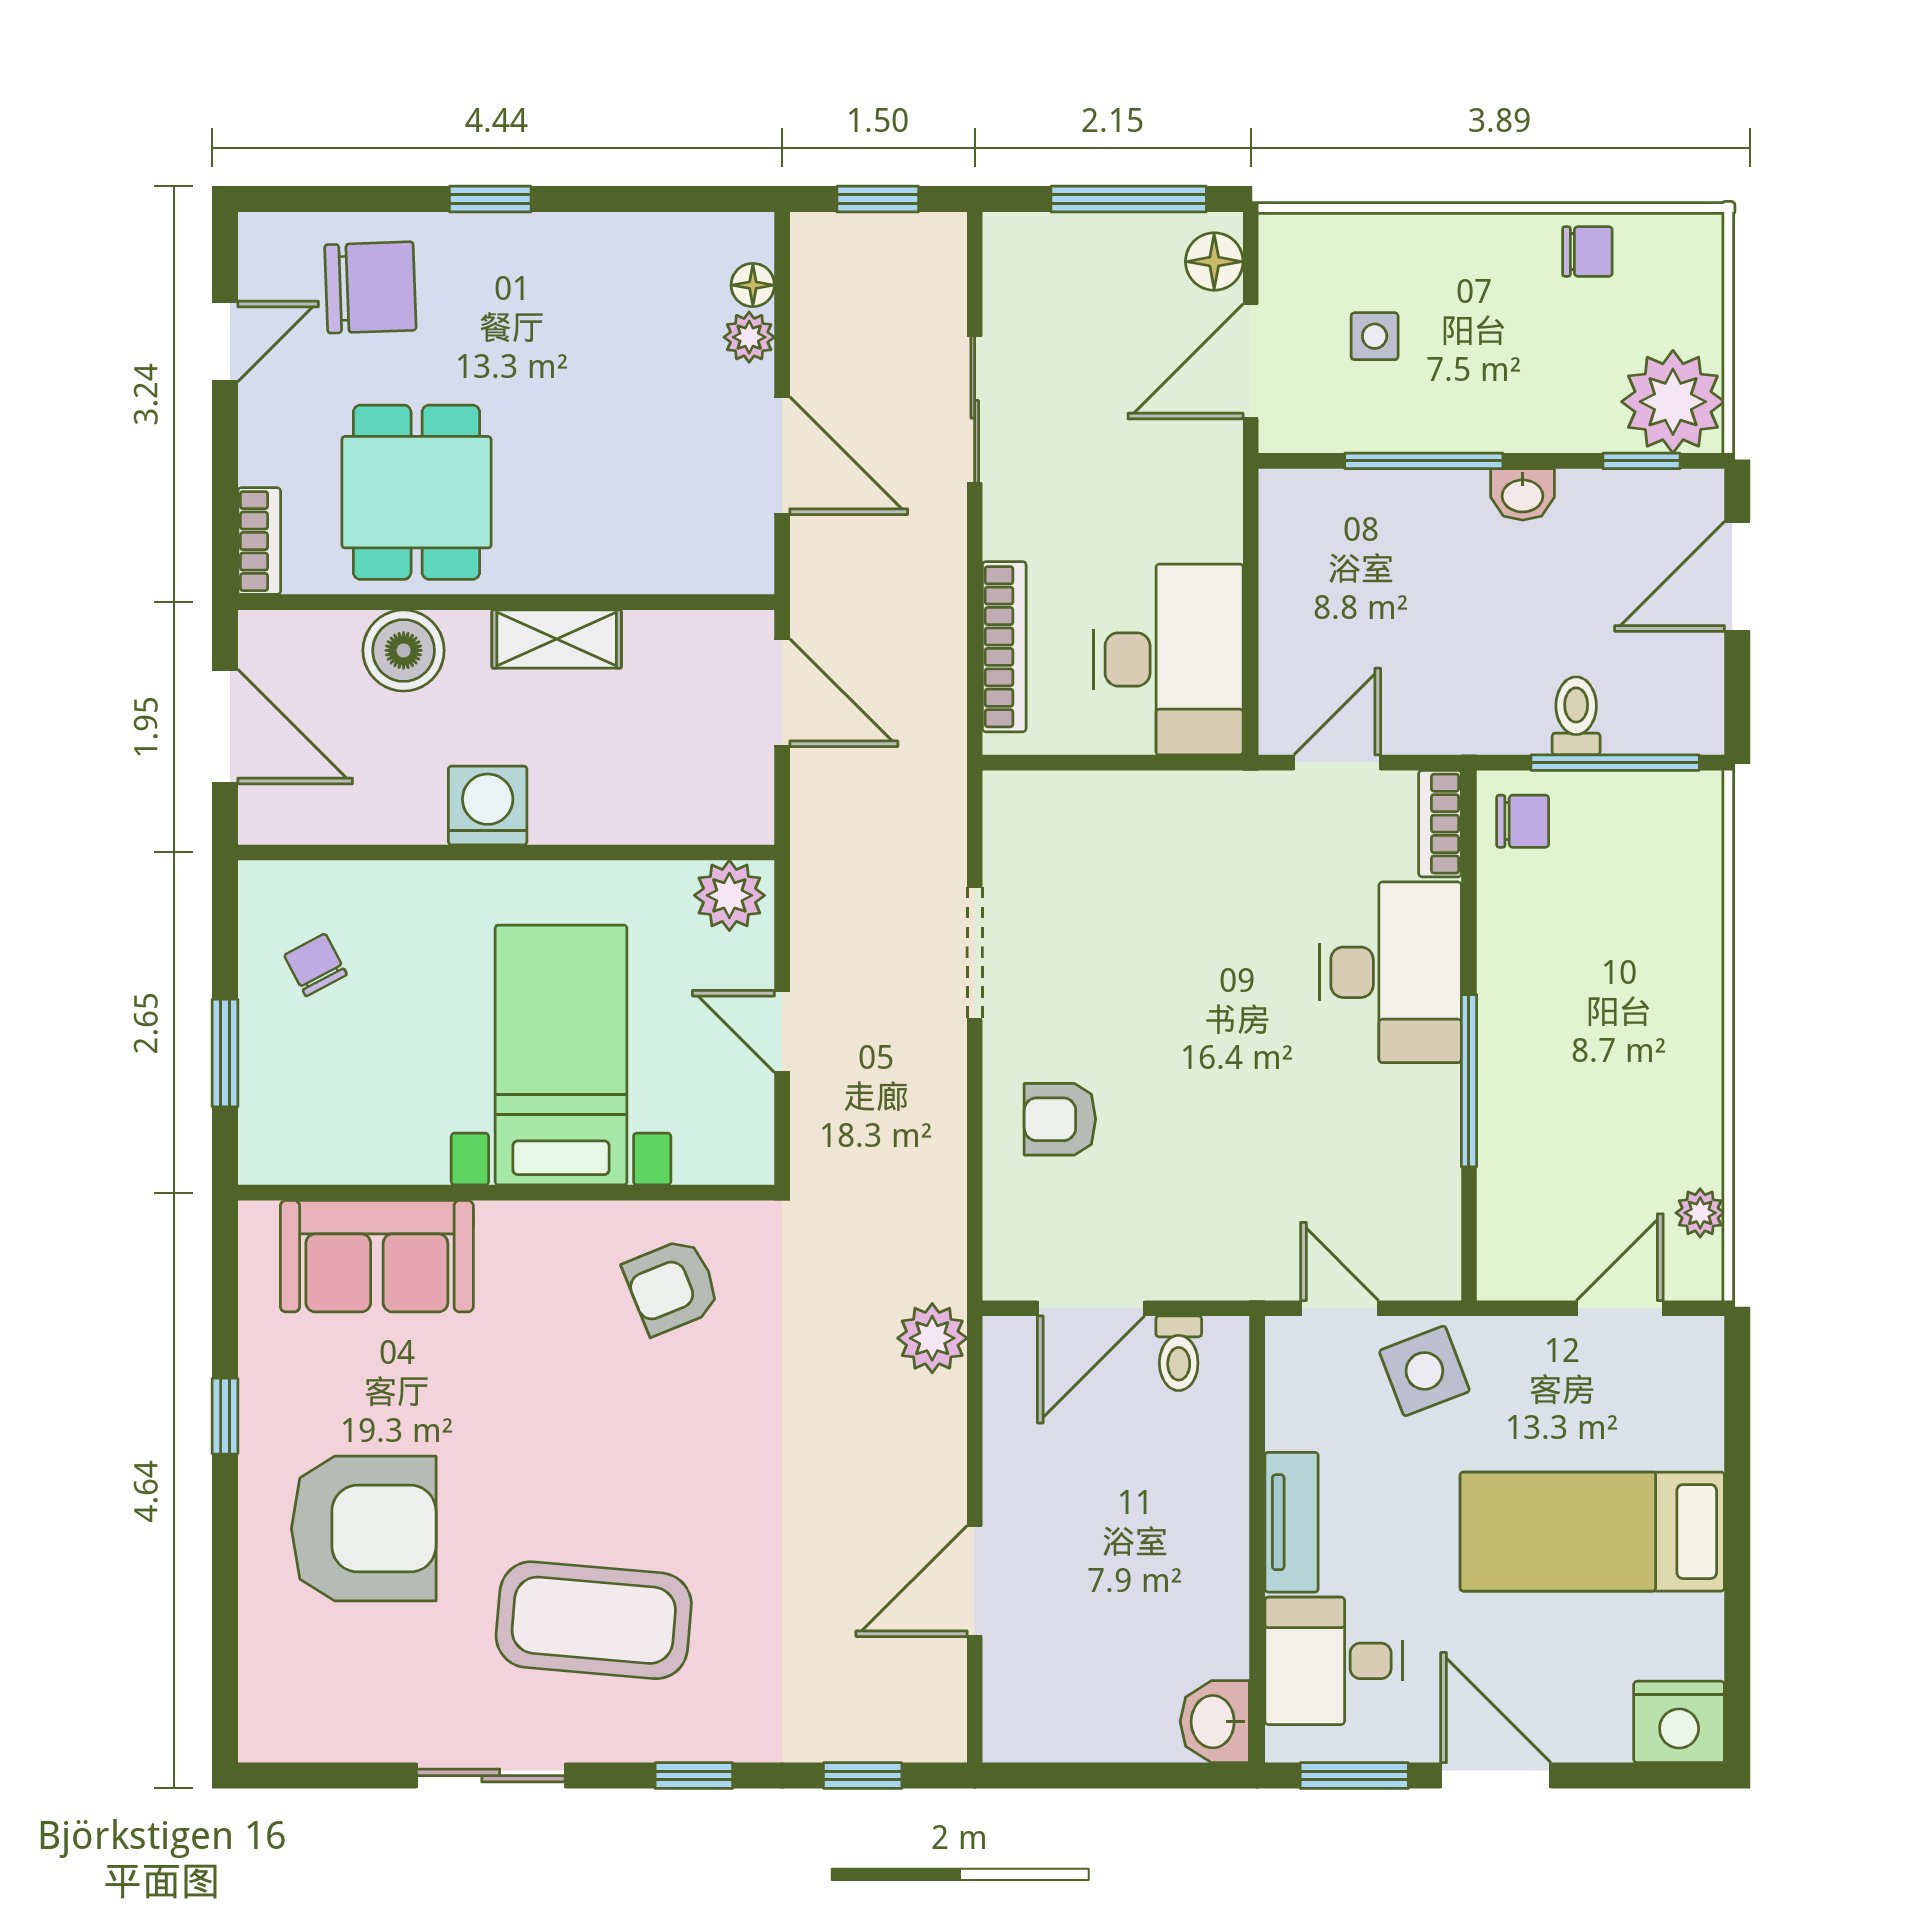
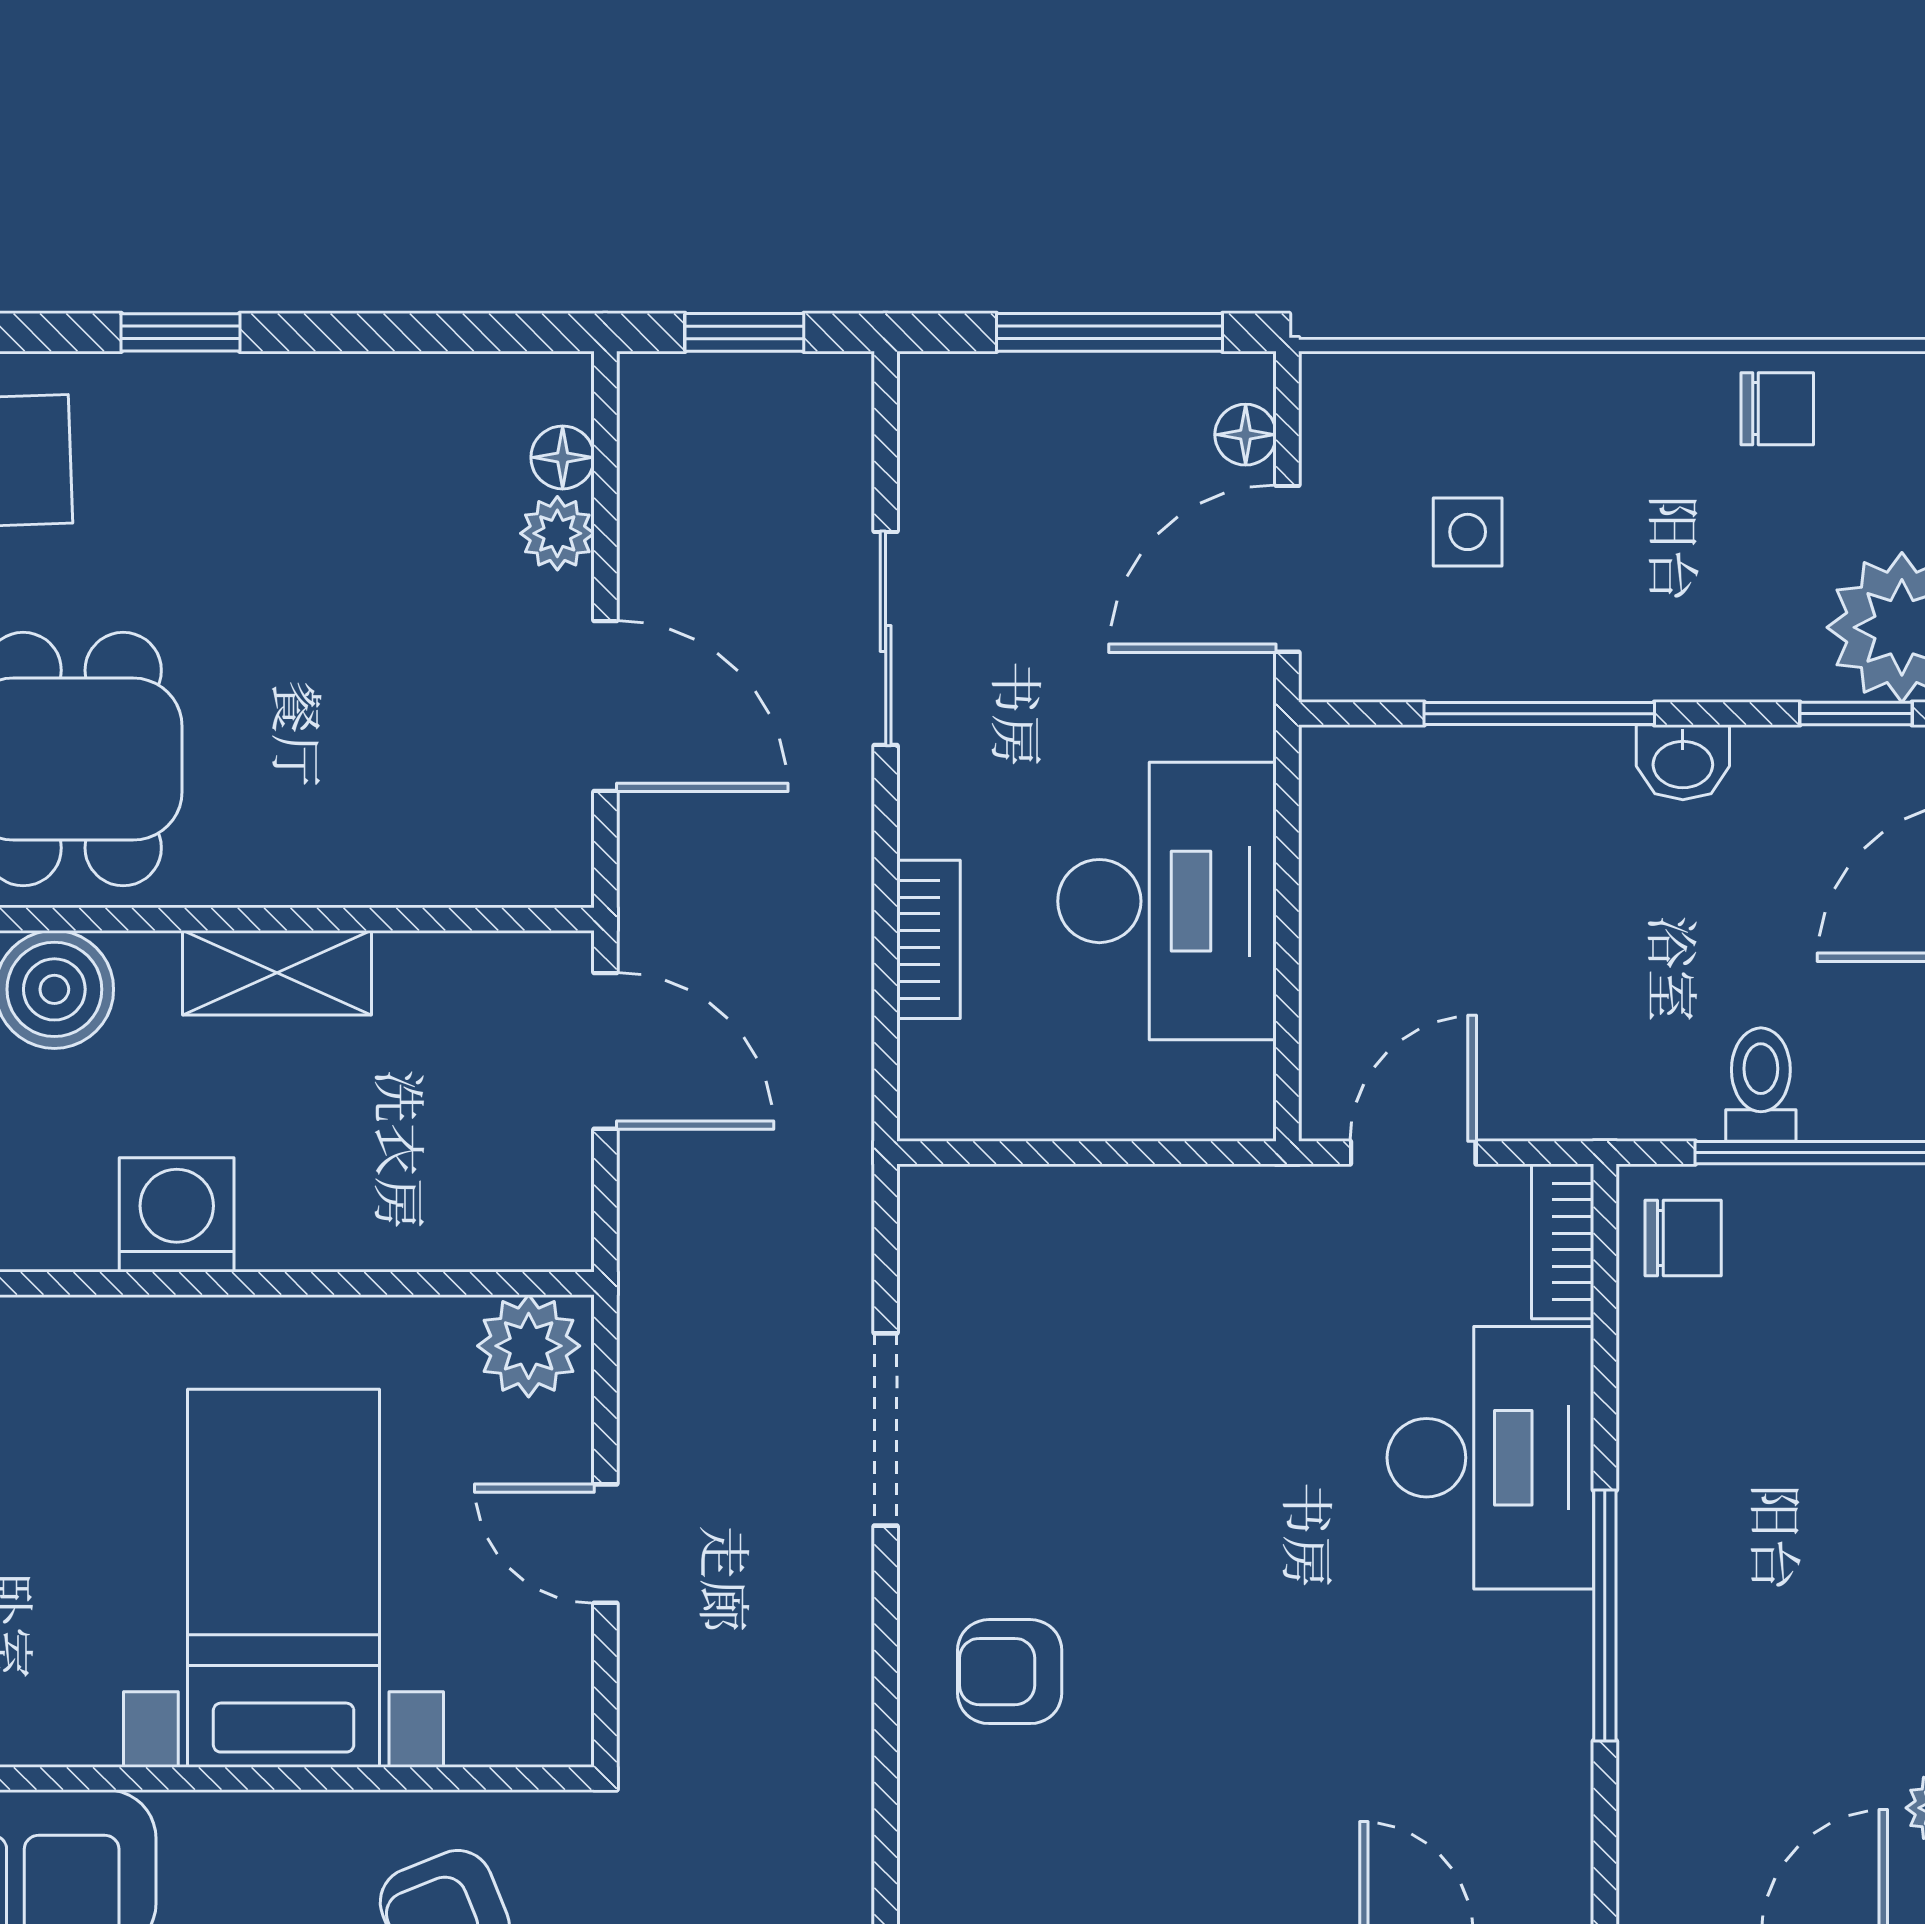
floor lamp: (1214, 262) -> (1246, 435), width x0.73, depth x0.73
bookcase: (1004, 647) -> (929, 939), width x0.64
desk: (1168, 659) -> (1167, 901), moved

